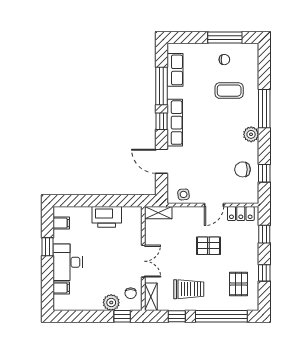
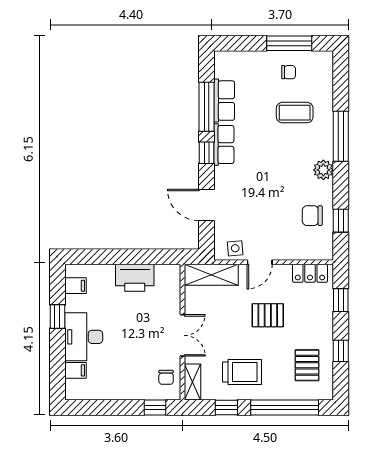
row of seats: (175, 70) -> (224, 101), moved
row of seats: (175, 123) -> (224, 145), width x0.68
door: (214, 205) -> (260, 262), moved
shelving: (158, 213) -> (211, 275), width x1.50, depth x1.33
plant: (111, 303) -> (141, 389), removed

